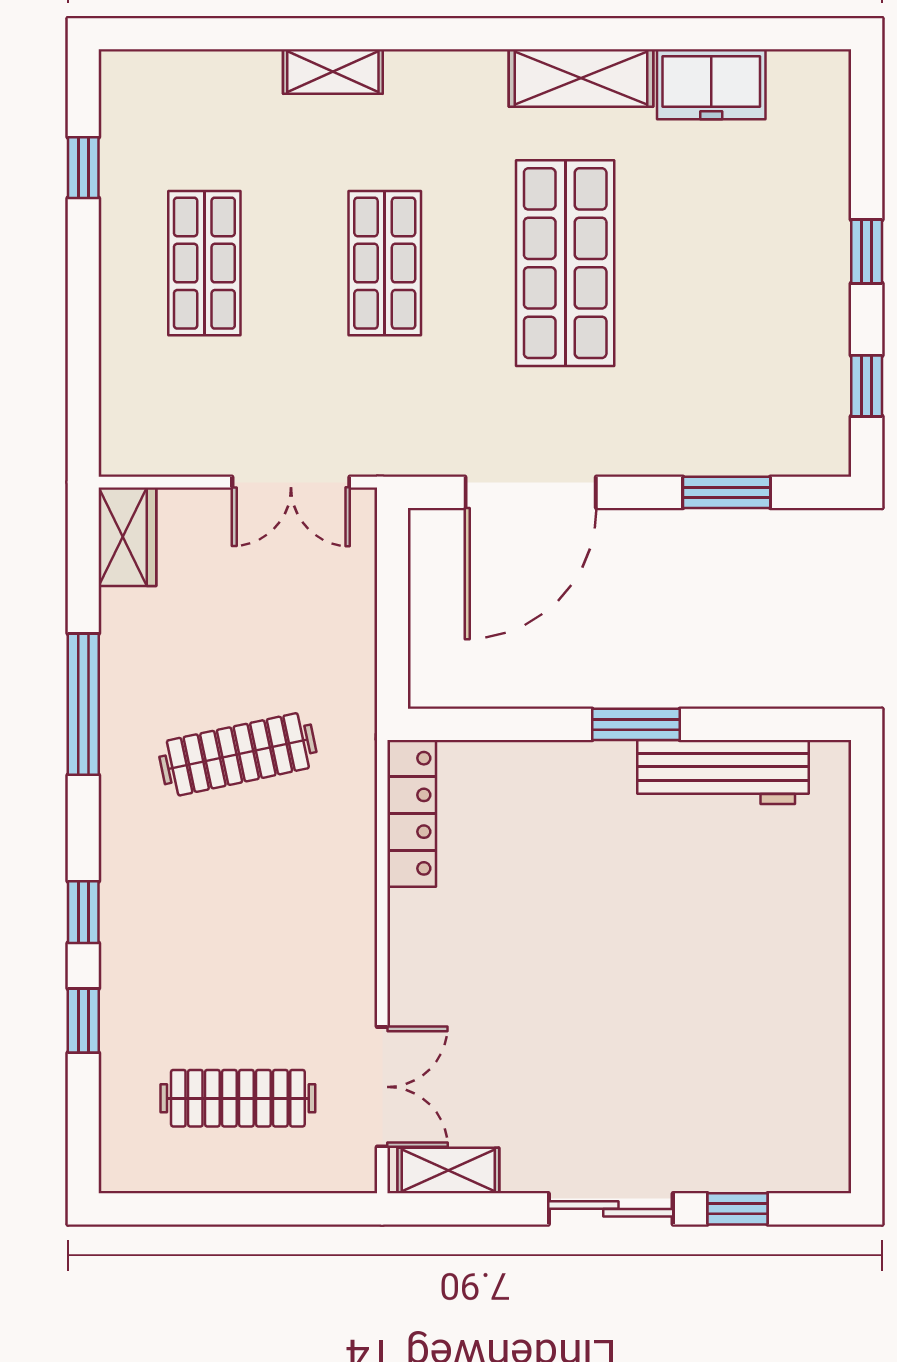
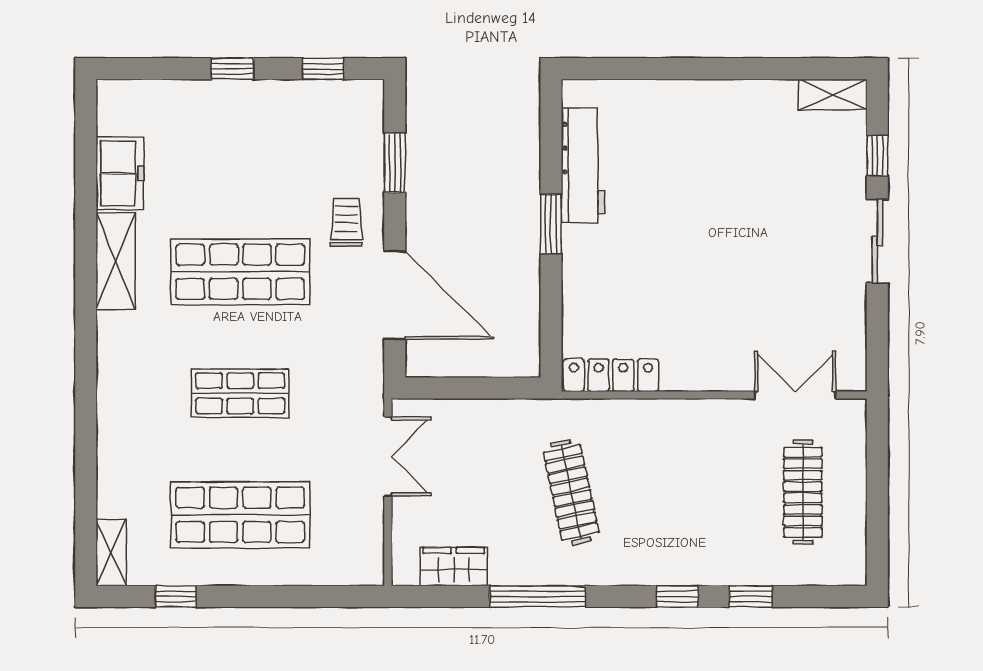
shelving: (333, 72) -> (111, 553), moved
shop shelf: (204, 263) -> (240, 515), width x1.43, depth x1.36
trolley: (639, 421) -> (346, 222), added
wardrobe: (127, 537) -> (454, 567), moved
shelving: (448, 1170) -> (833, 94), moved, turned 90

